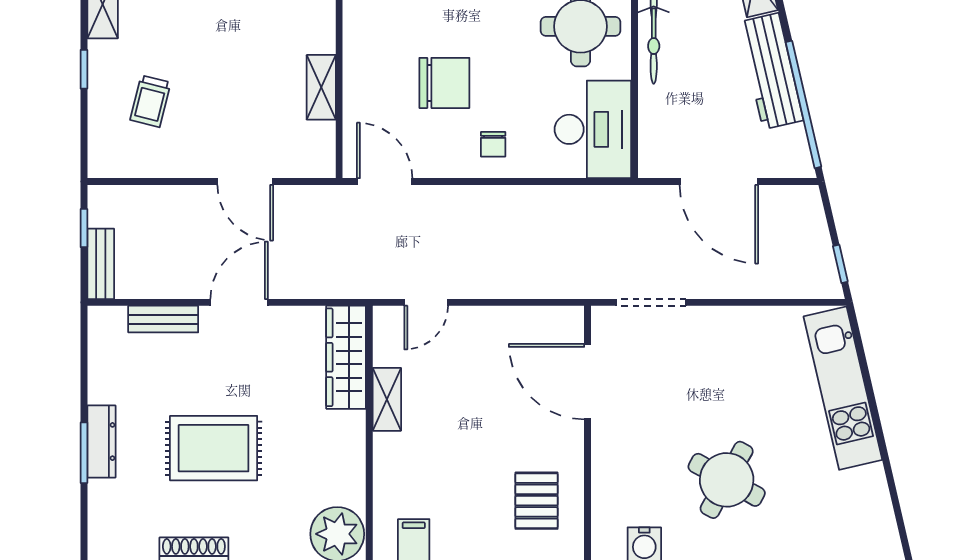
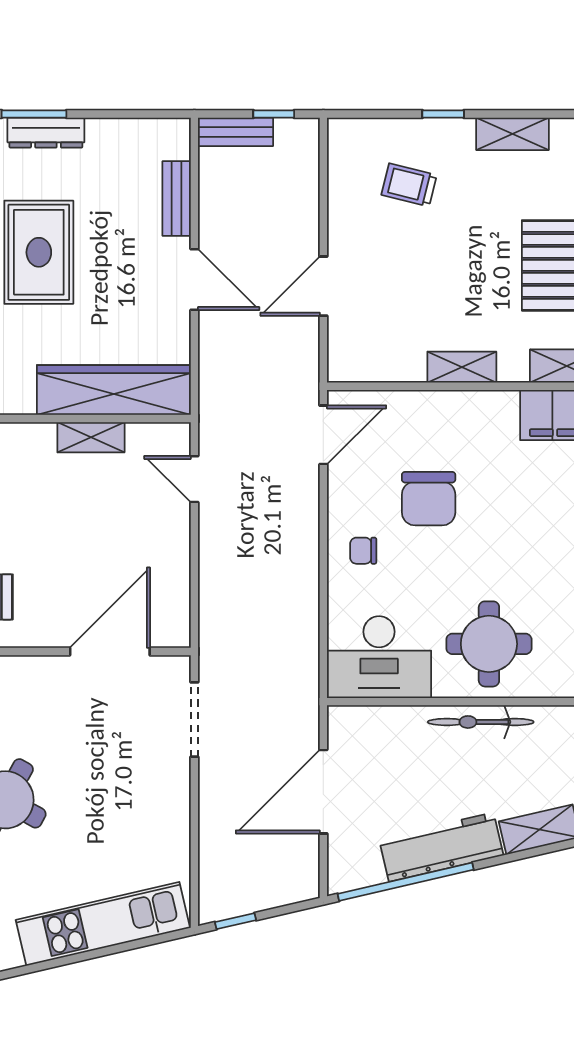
shelving: (321, 87) -> (462, 367), moved
wardrobe: (346, 357) -> (114, 390), width x1.40, depth x1.17

